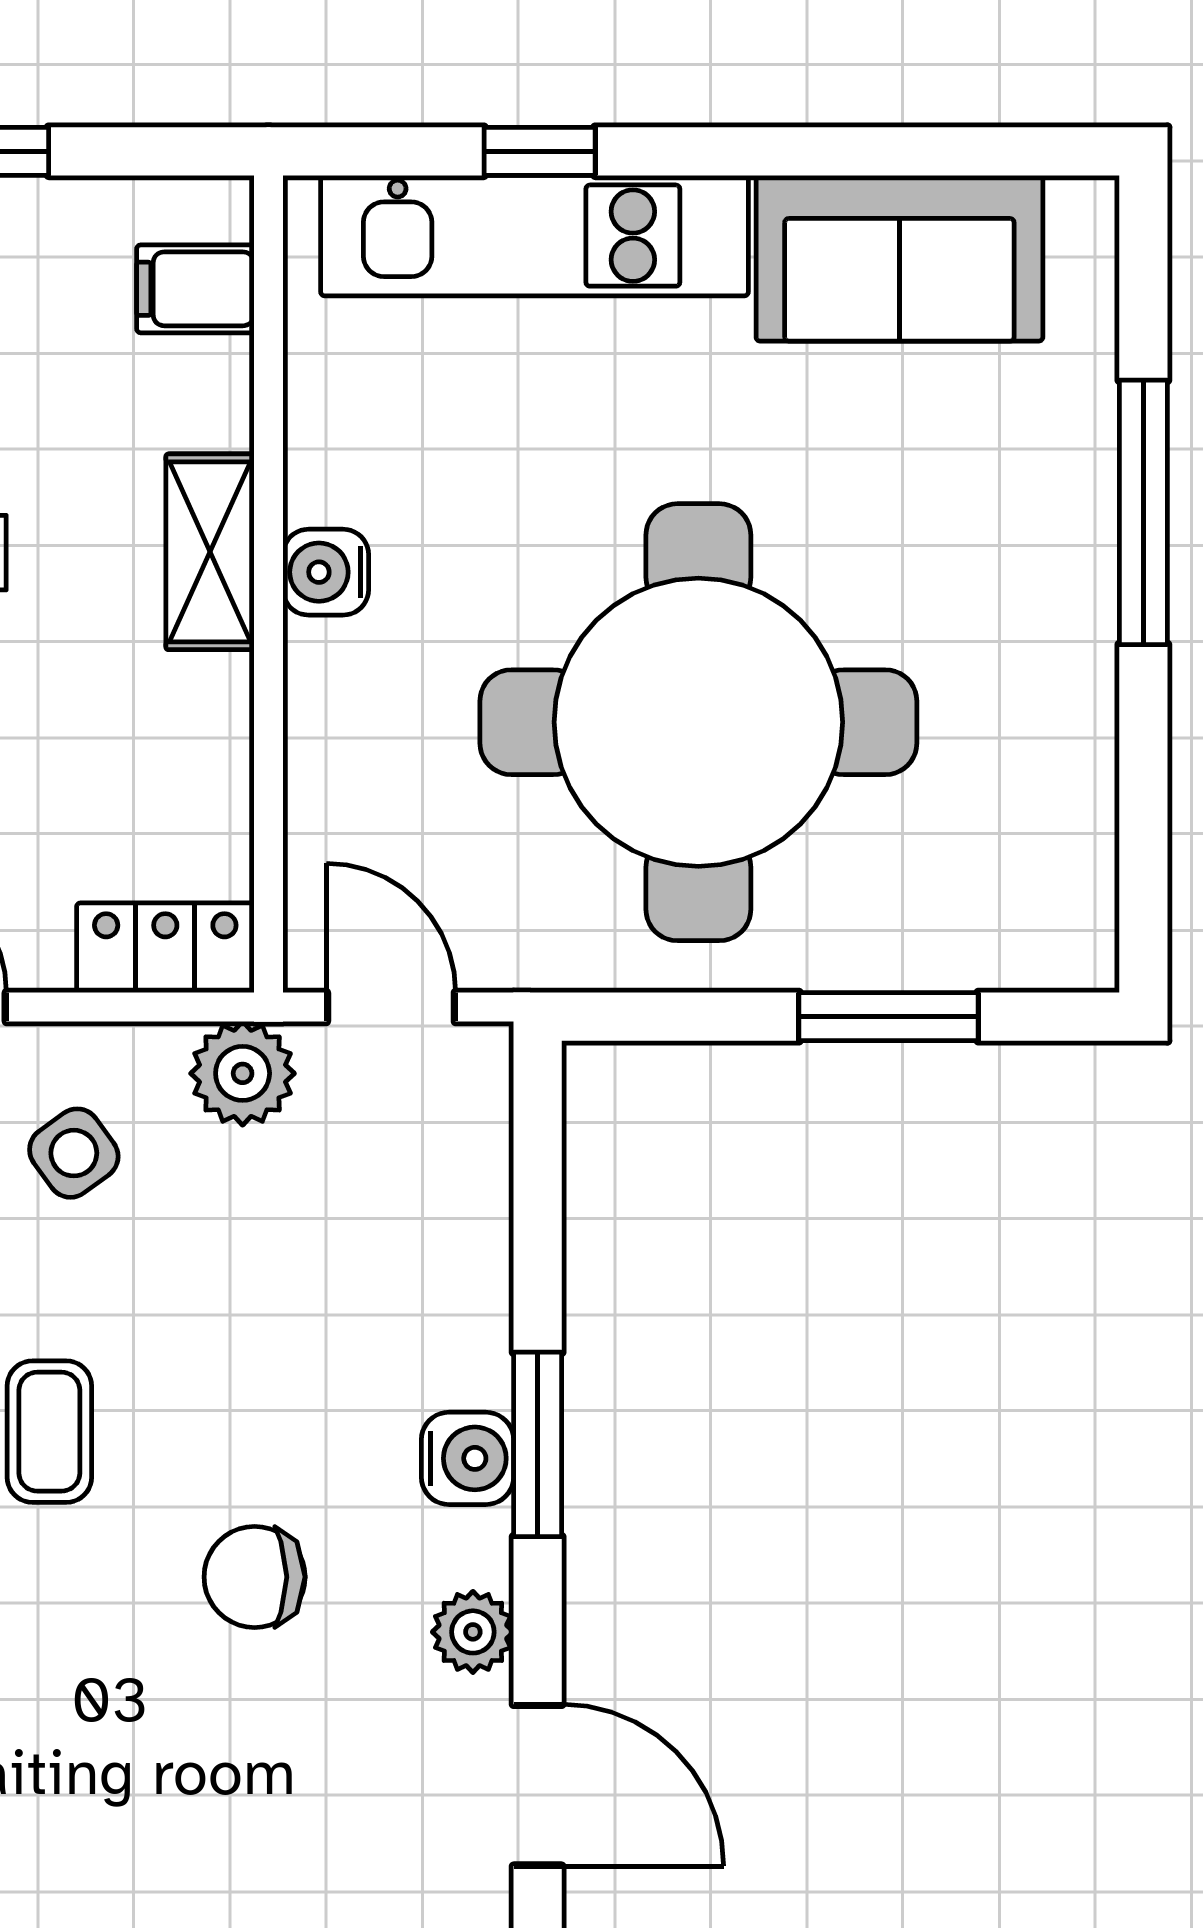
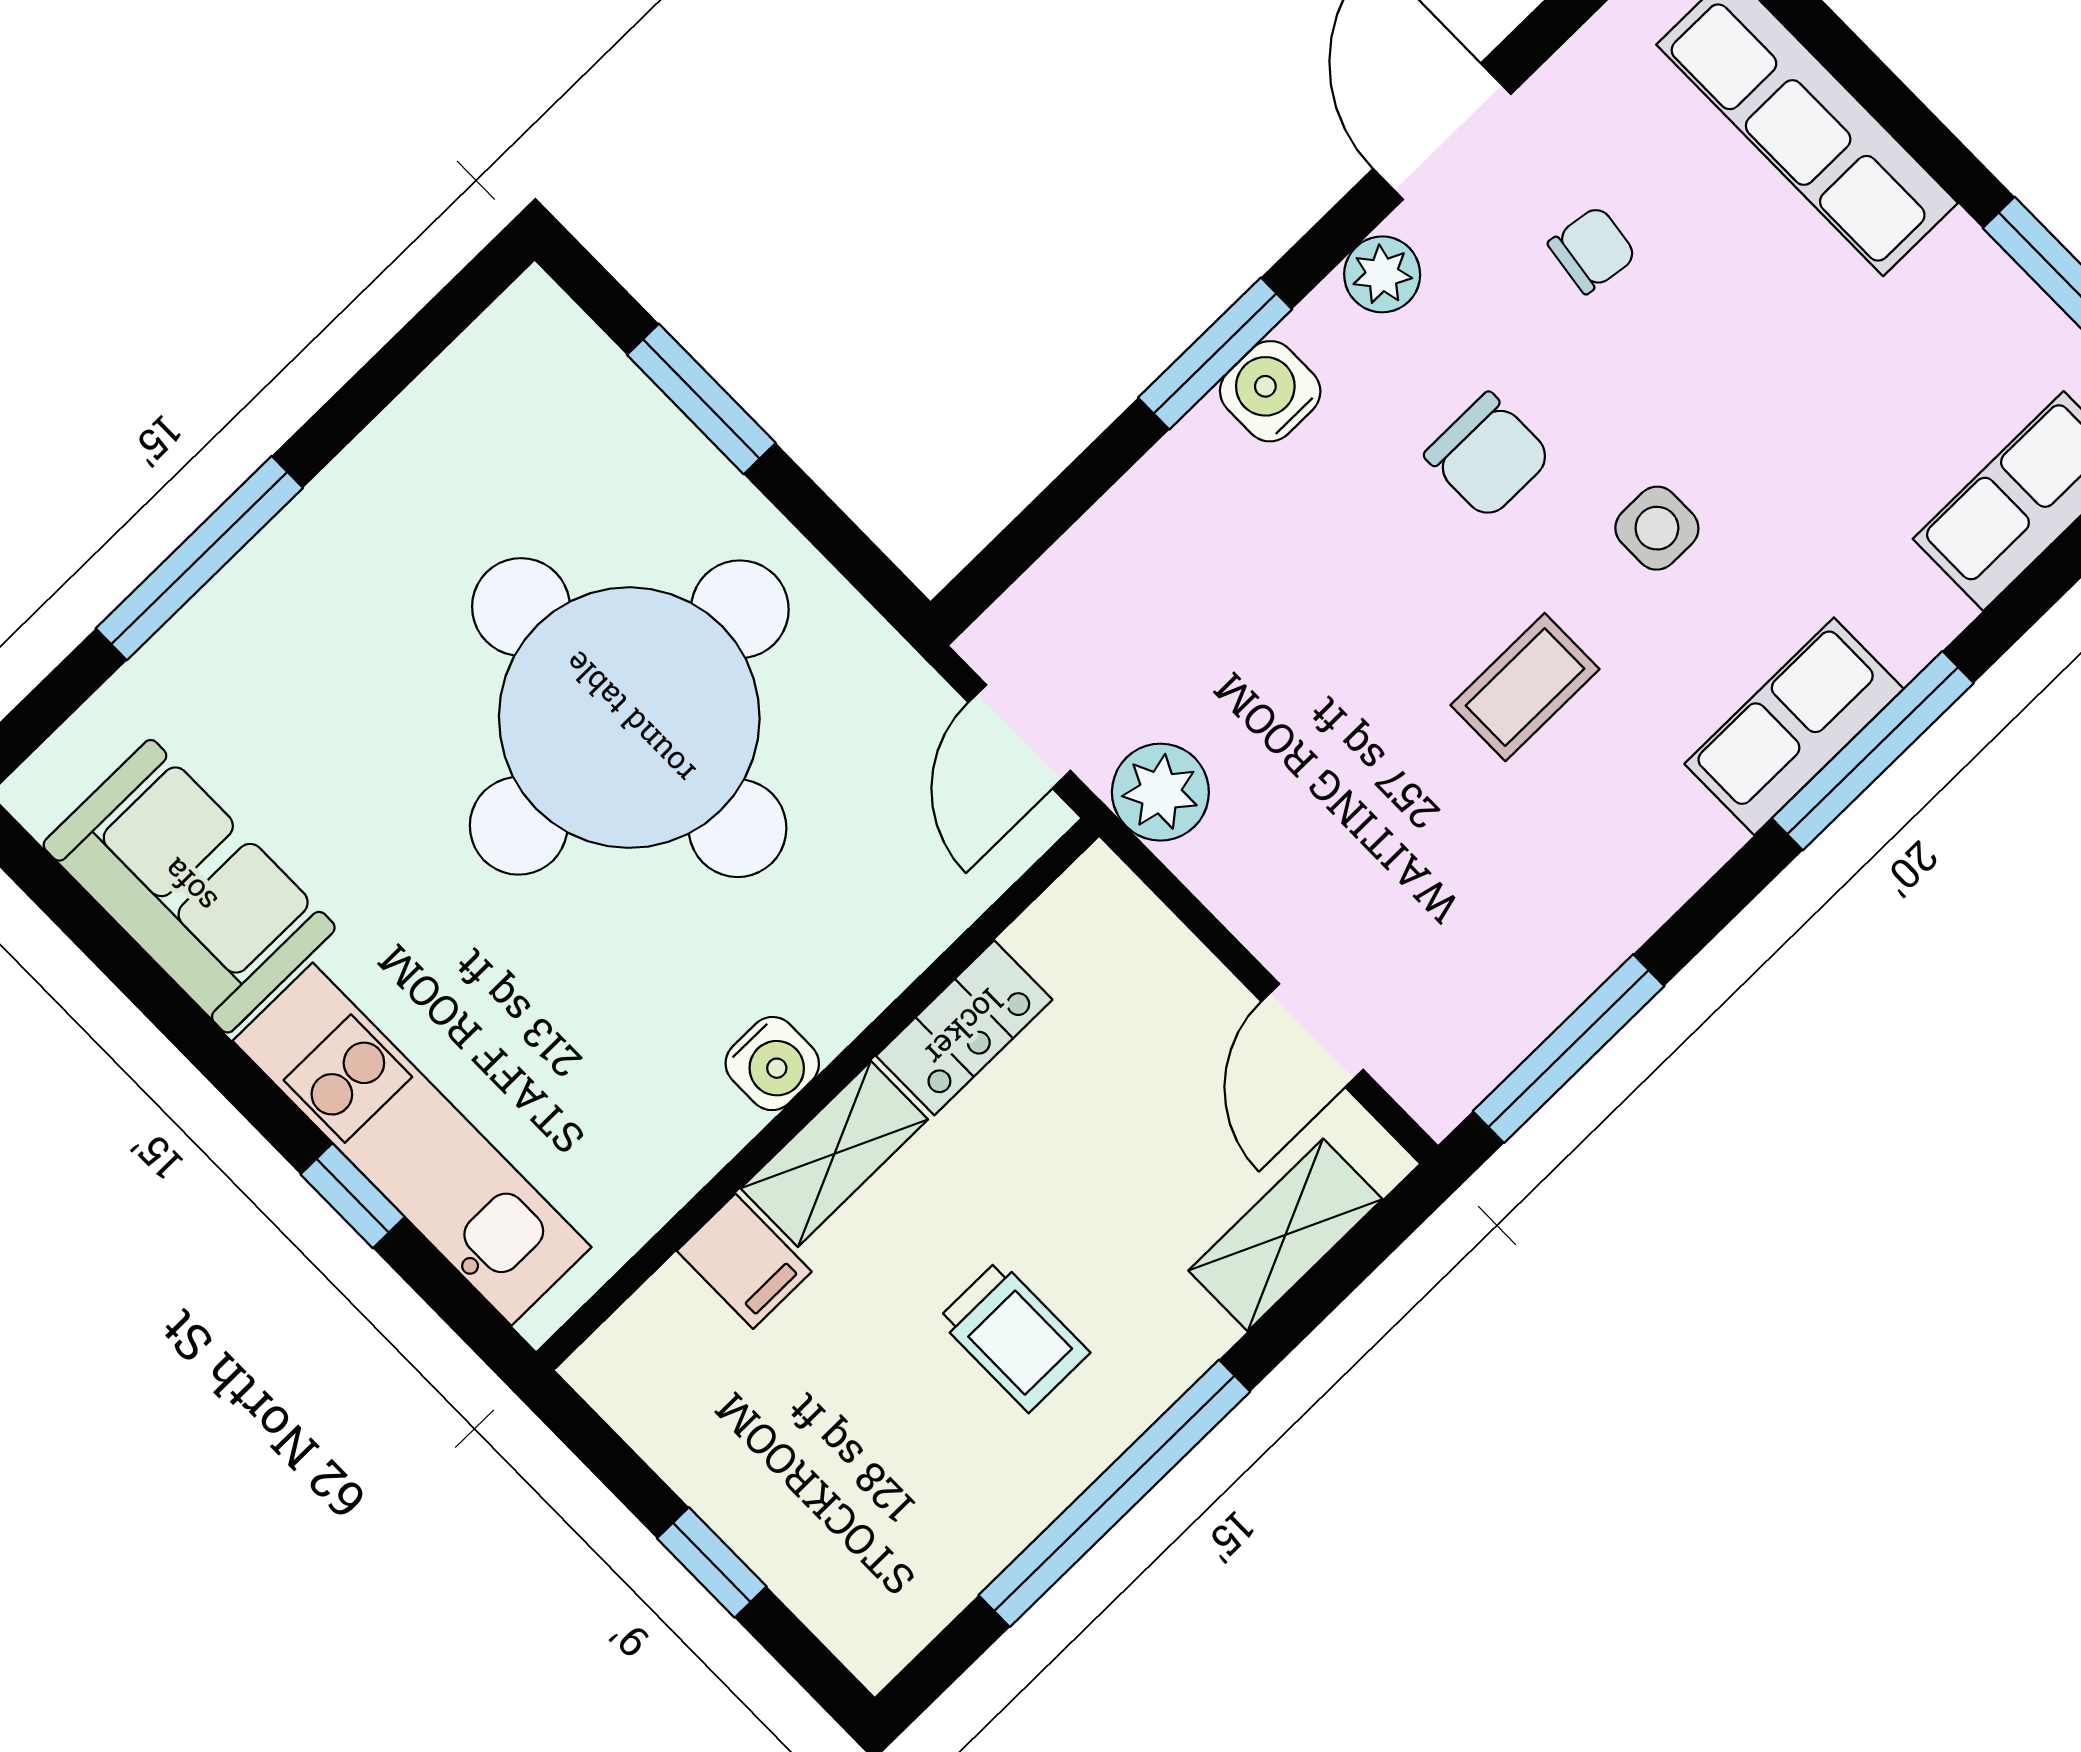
filing cabinet: (195, 289) -> (744, 1261), moved
locker: (165, 948) -> (964, 1028), moved, turned -90
side table: (74, 1153) -> (1657, 528), moved, turned 36
chair: (334, 1811) -> (1592, 250), added

